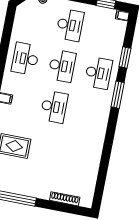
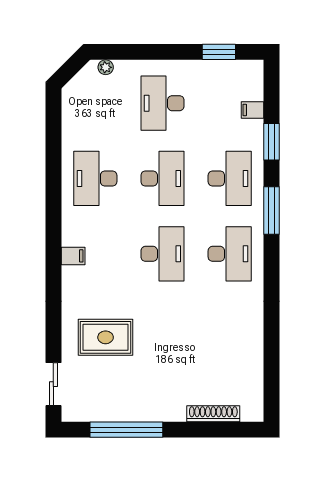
filing cabinet: (122, 15) -> (253, 110), moved
desk: (70, 25) -> (162, 103), turned 180
desk: (90, 114) -> (230, 254), added

